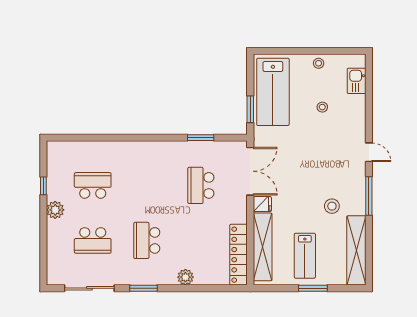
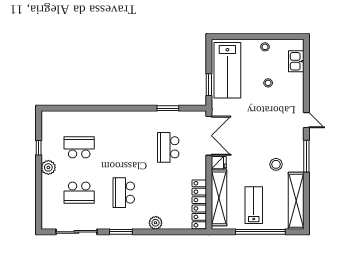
lab bench: (305, 256) -> (254, 205), turned 180
window: (313, 288) -> (260, 232), width x2.11

